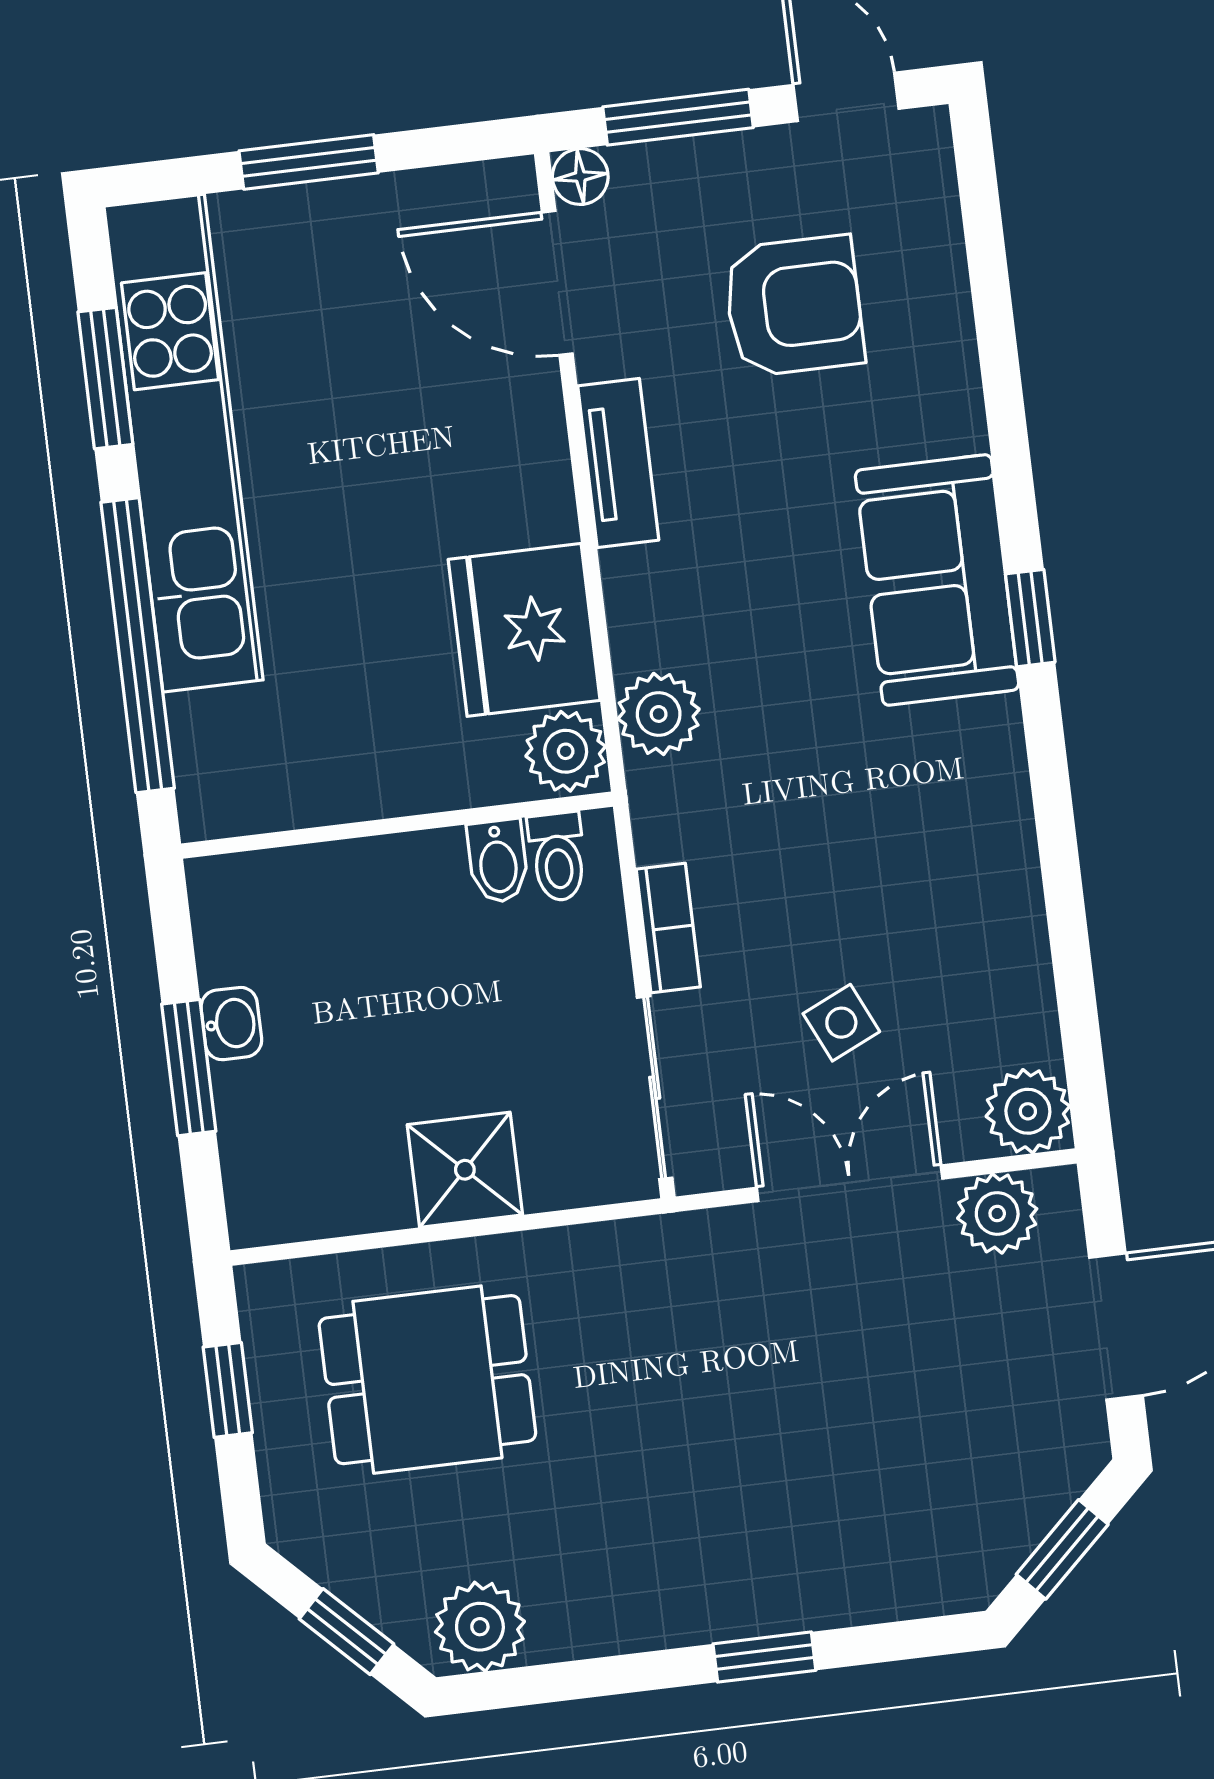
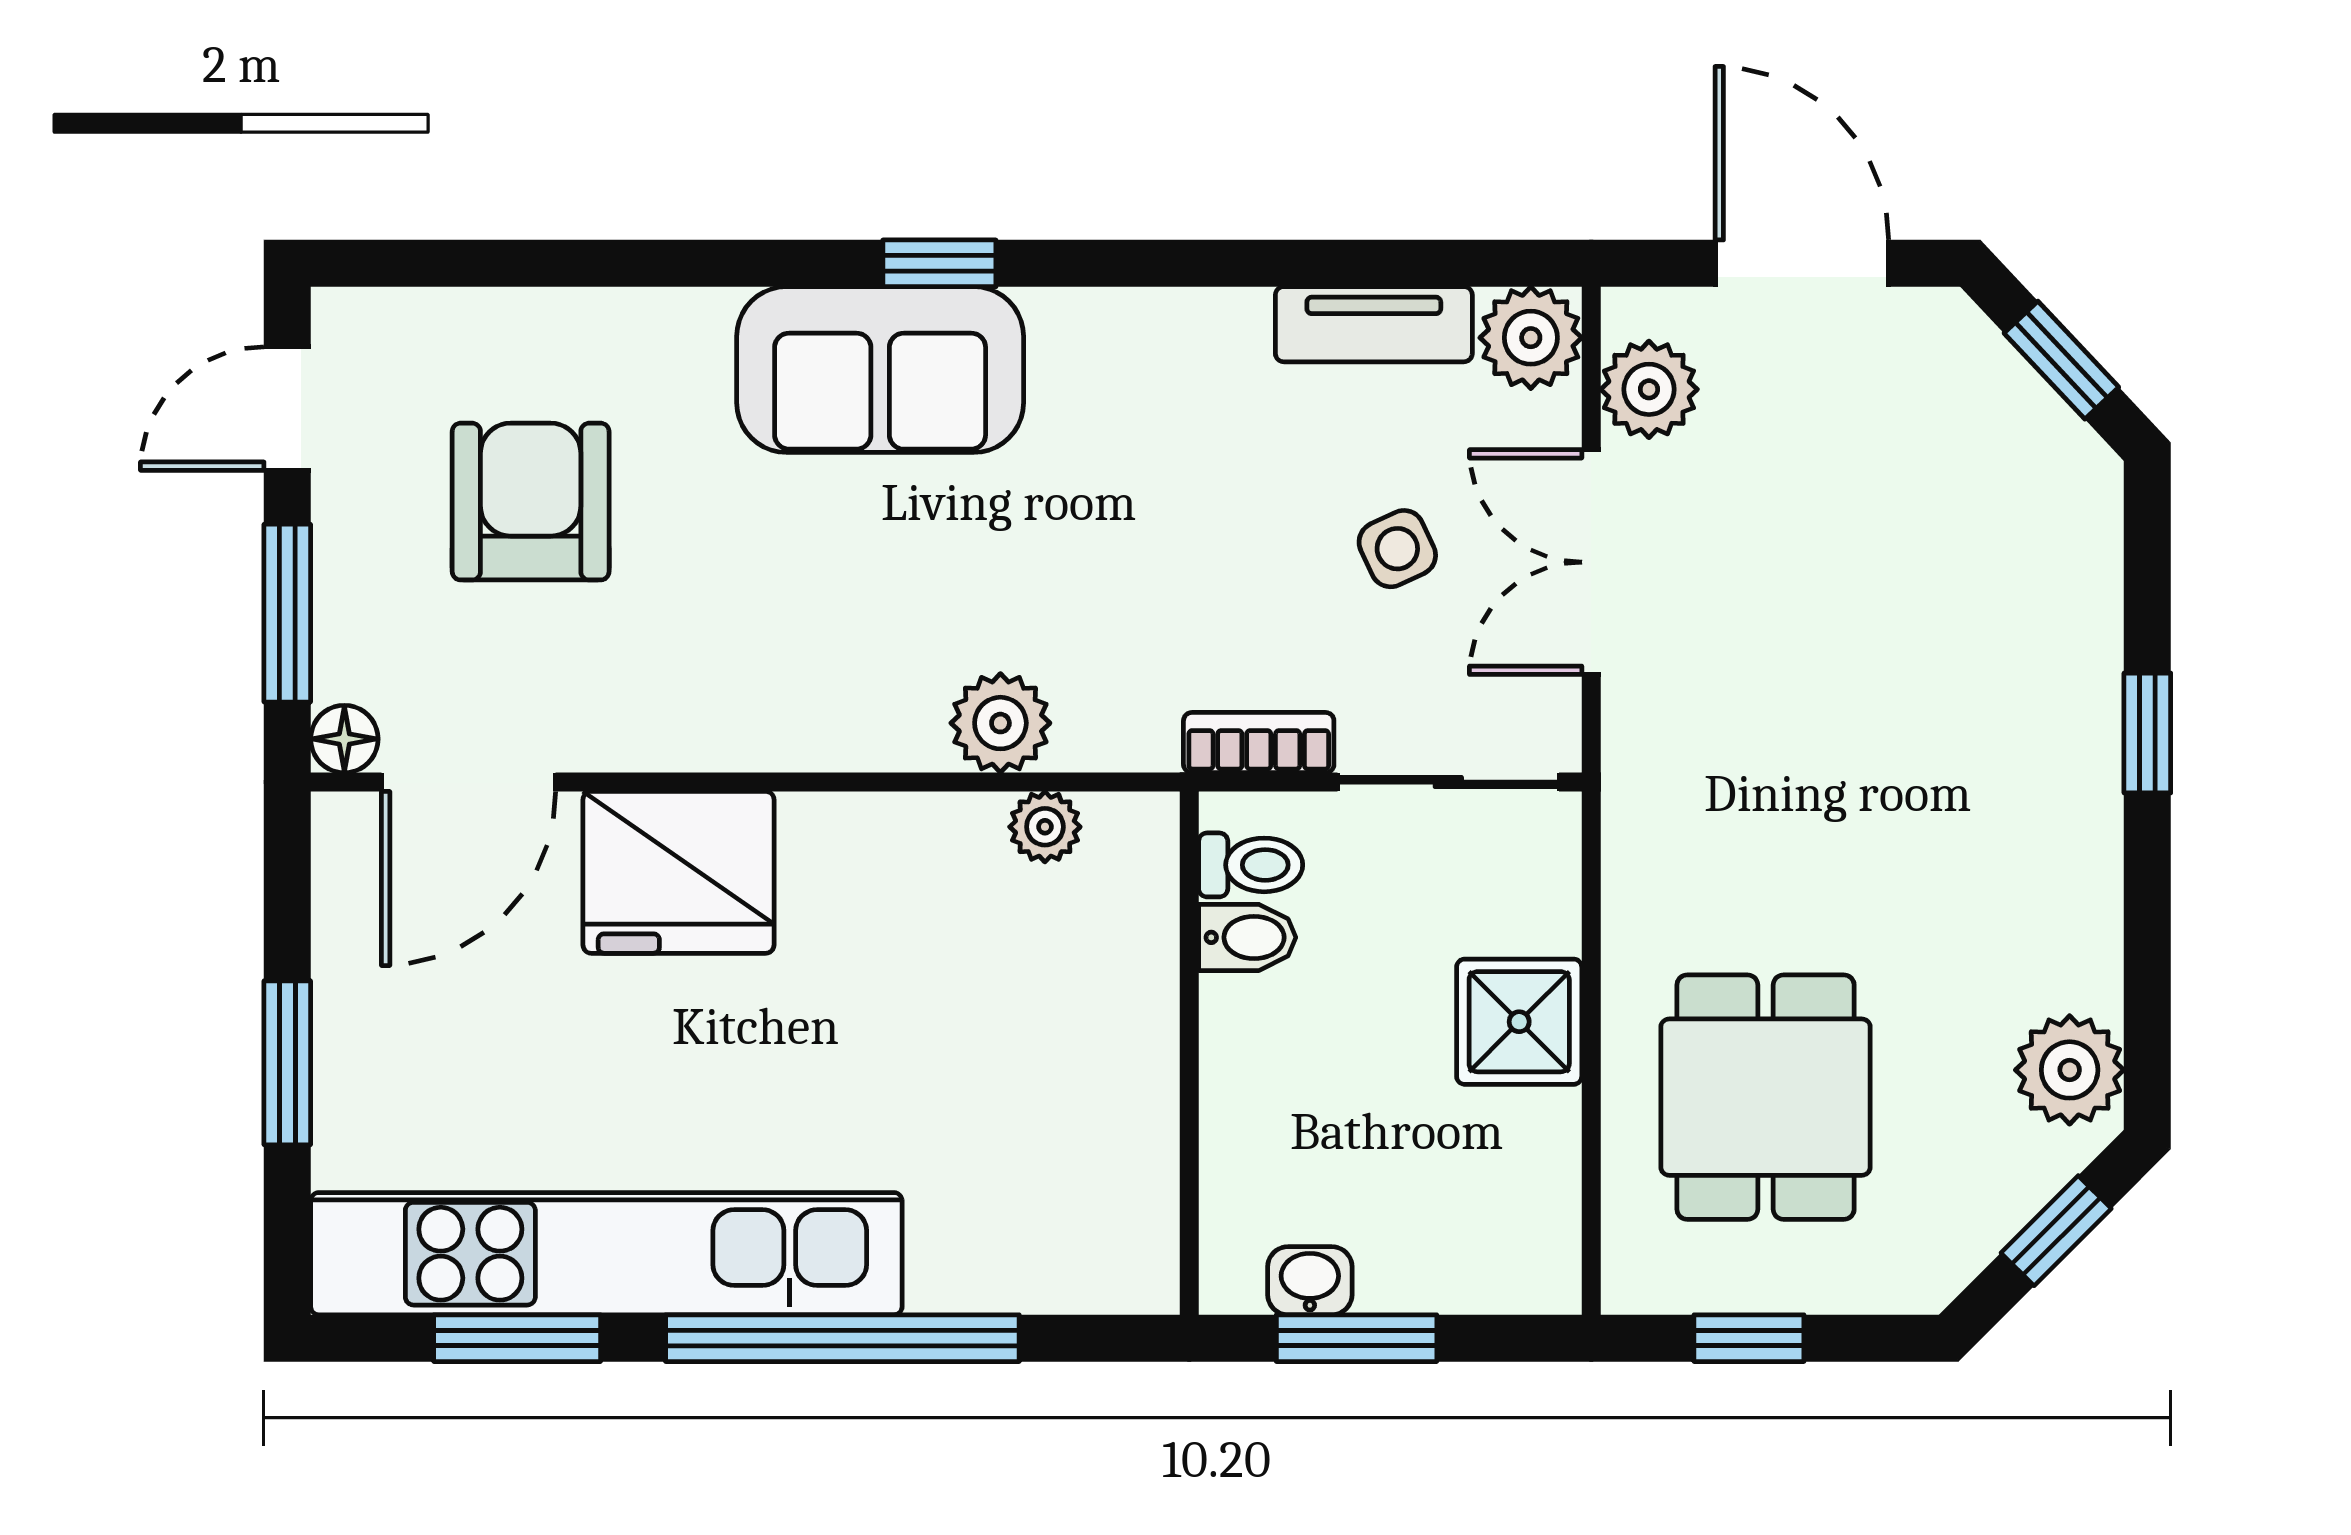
tv unit: (618, 463) -> (1374, 324), moved, turned 180
fridge: (524, 630) -> (678, 872), moved
plant: (566, 751) -> (1045, 827), width x0.73, depth x0.73
wall: (397, 825) -> (1189, 1053), moved
toilet: (558, 857) -> (1251, 865), moved
bidet: (498, 861) -> (1247, 937), moved

